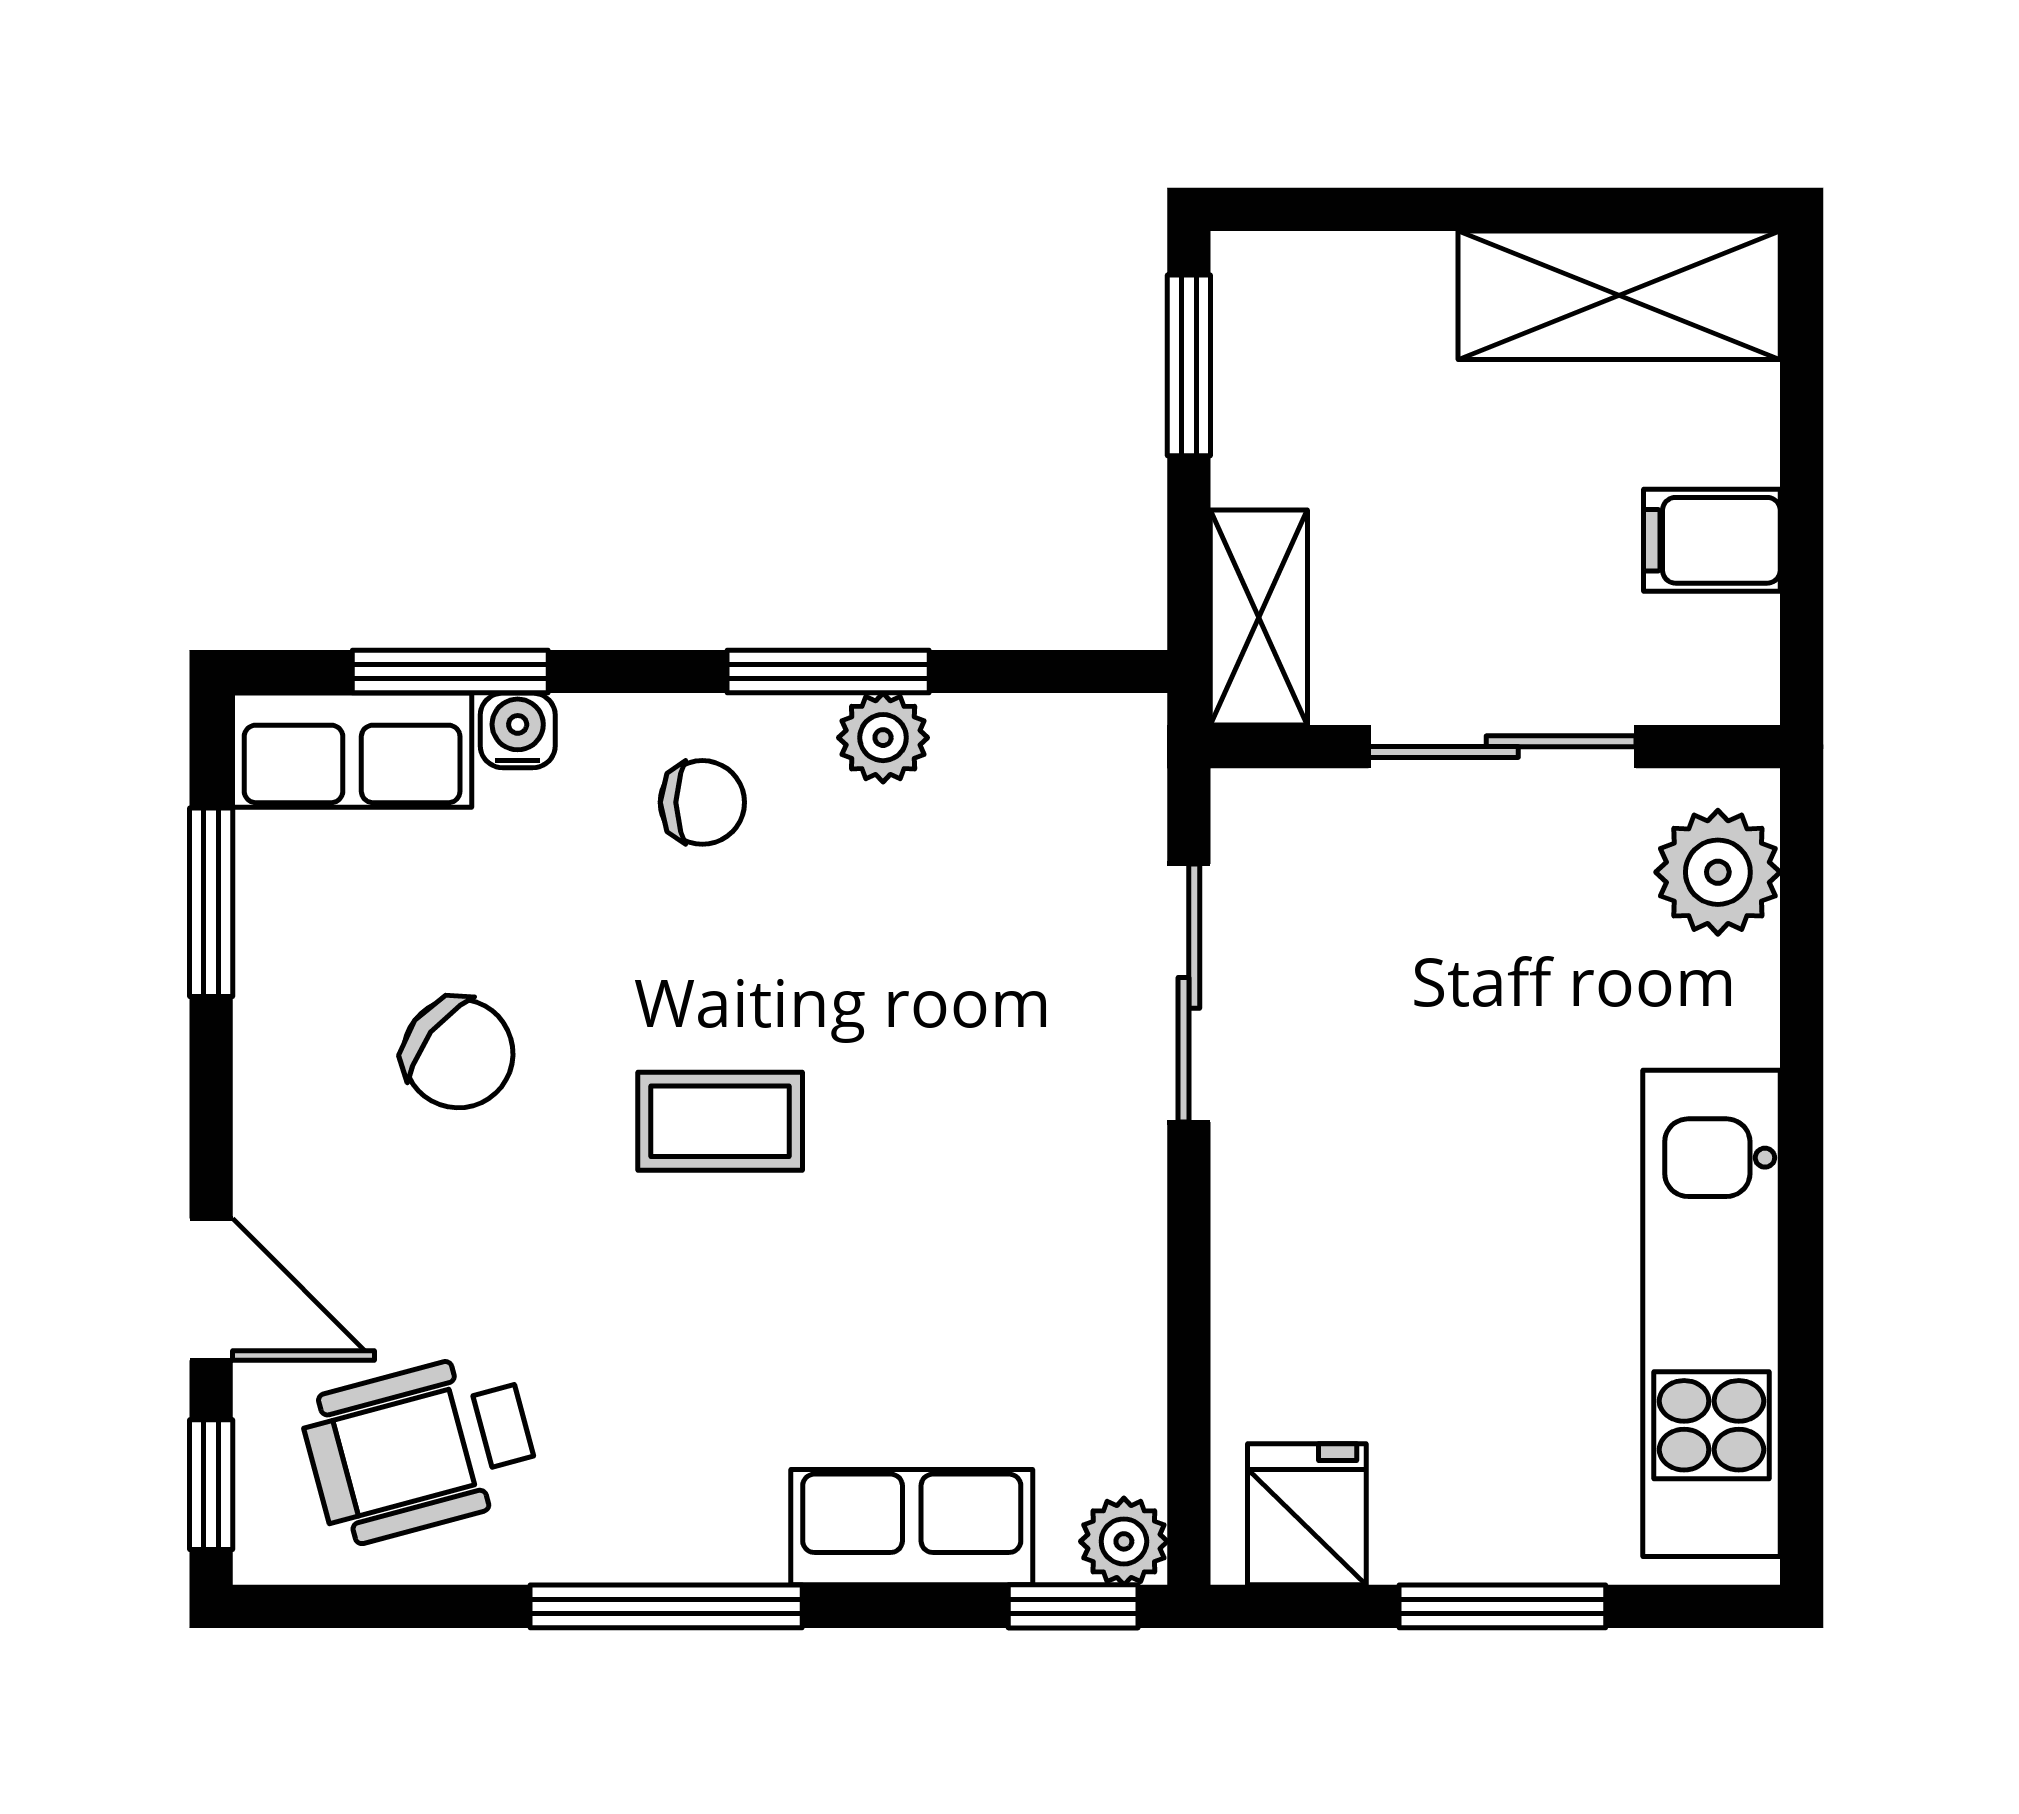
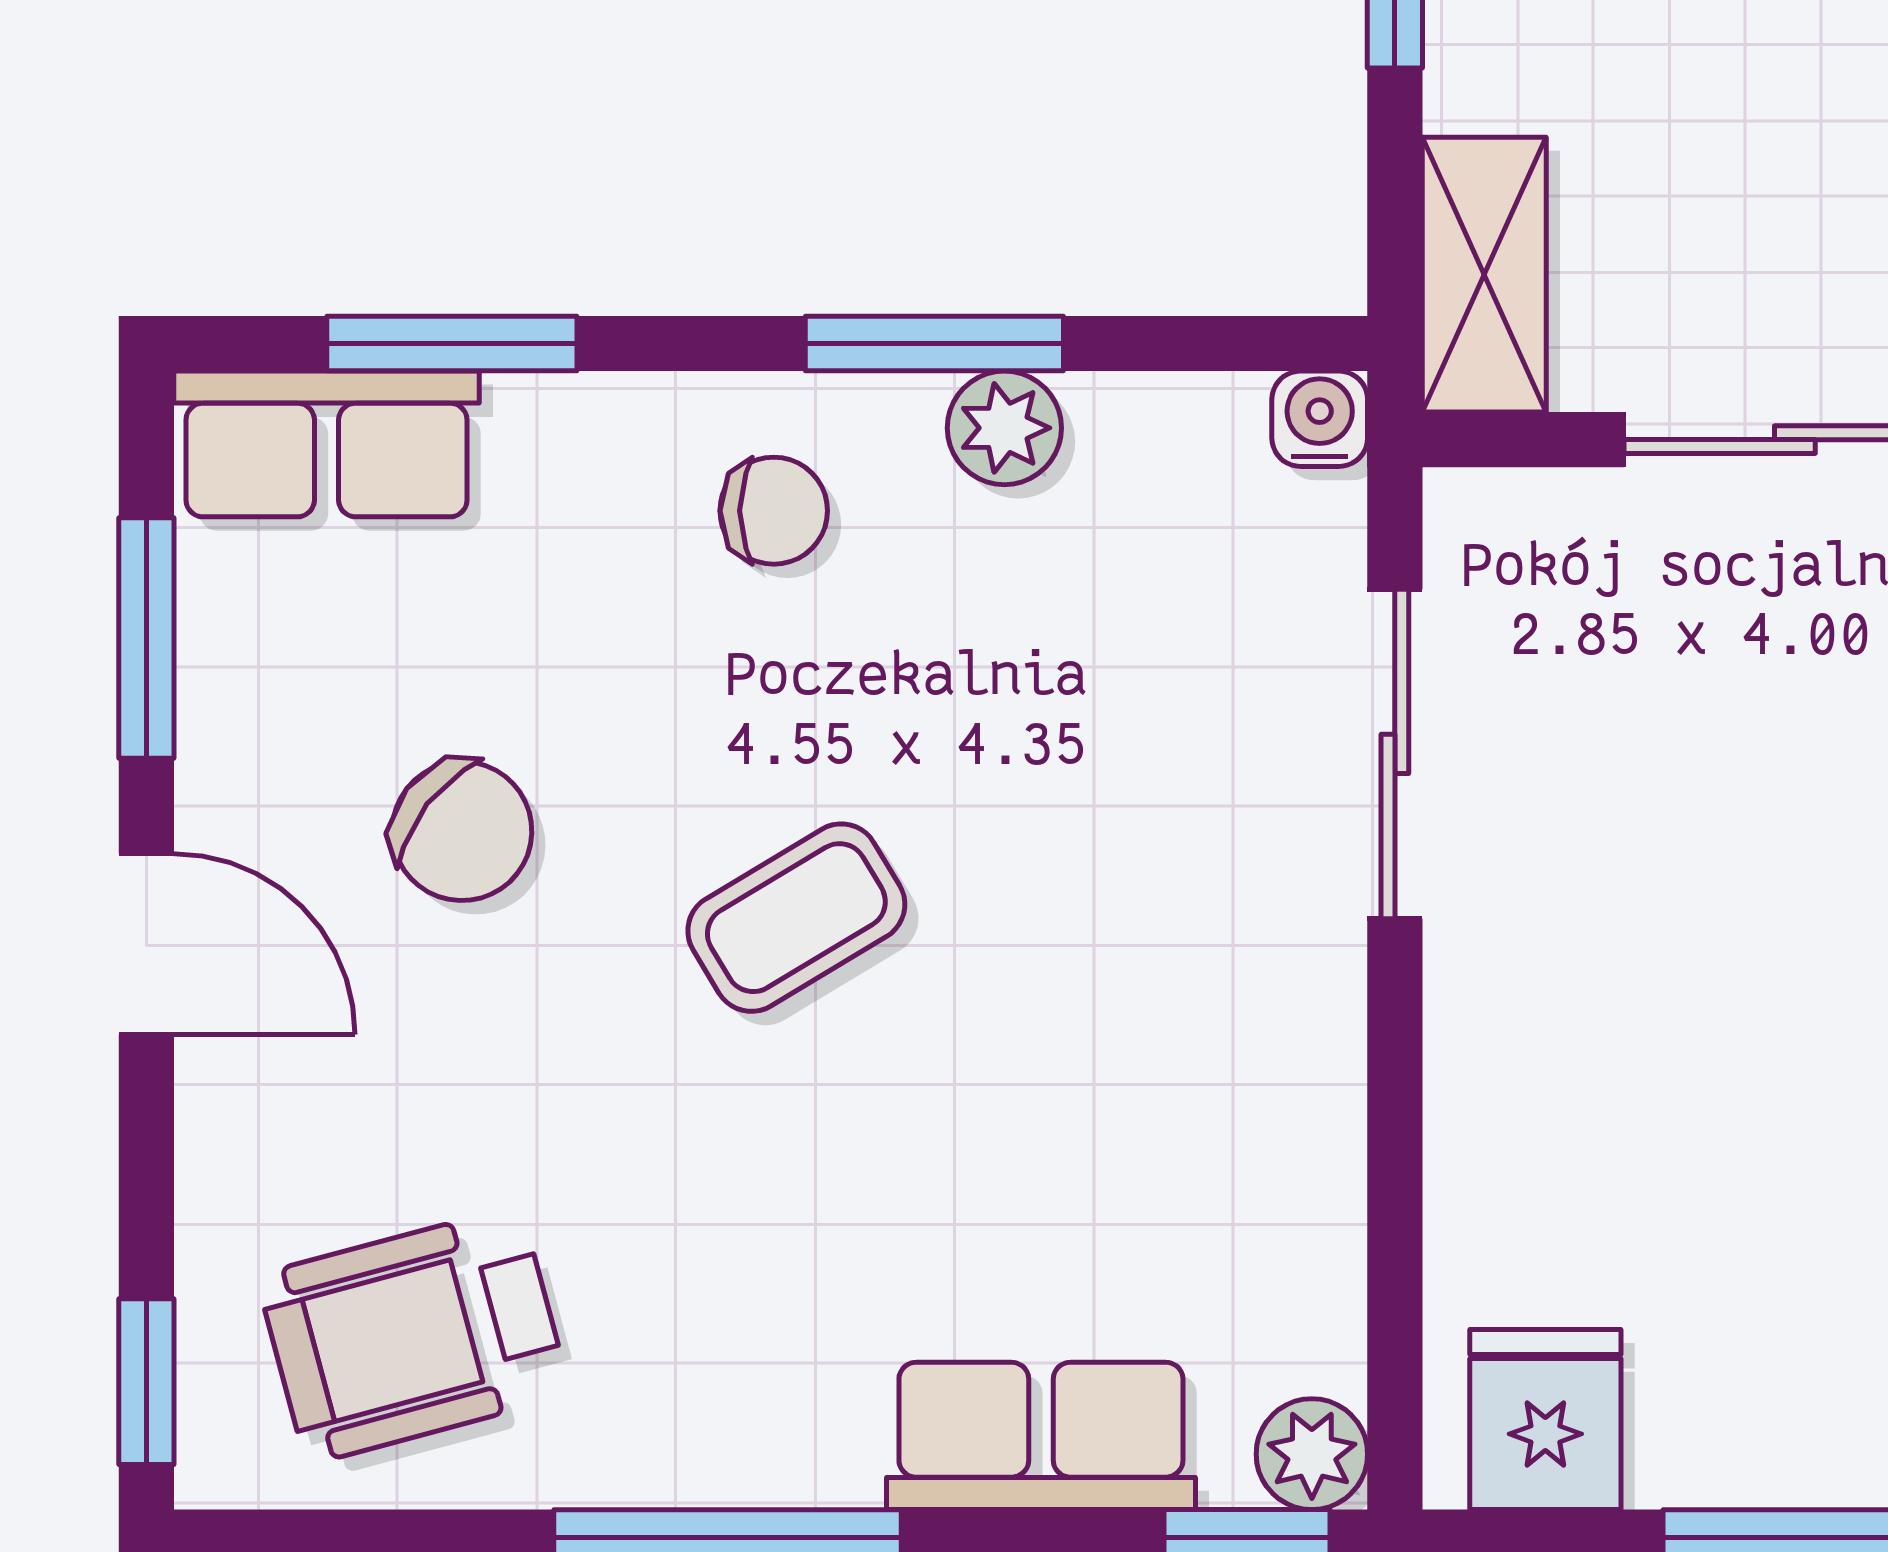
water cooler: (518, 730) -> (1320, 419), moved
coffee table: (720, 1121) -> (796, 918), turned -31
door: (211, 1289) -> (146, 944), moved

